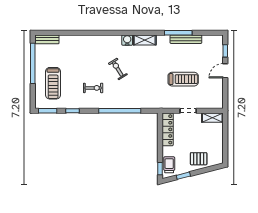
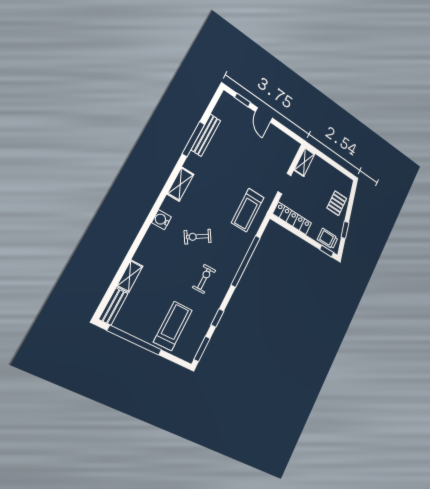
shelving: (70, 39) -> (130, 276), added
water cooler: (127, 40) -> (161, 220), moved
treadmill: (183, 79) -> (248, 210), moved, turned 180
treadmill: (53, 83) -> (173, 326), turned -90

